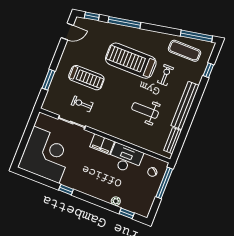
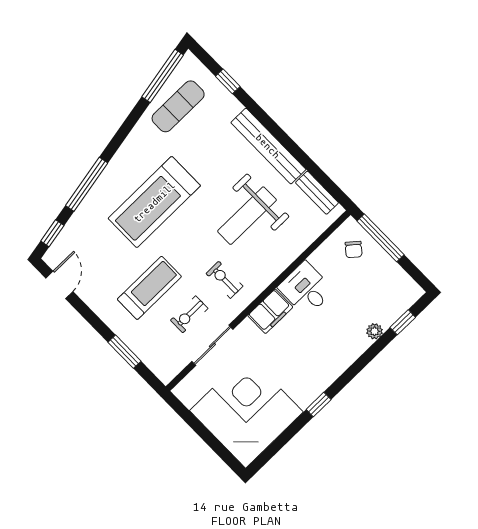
exercise bike: (165, 75) -> (225, 280), moved
weight bench: (145, 110) -> (247, 216), width x1.36, depth x1.33
desk: (125, 158) -> (306, 289), width x0.73

